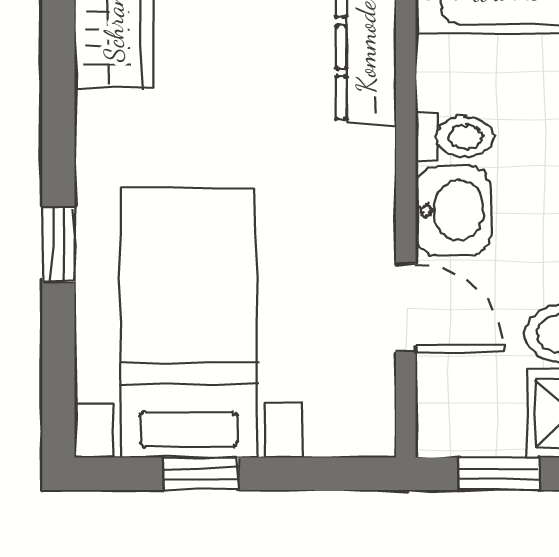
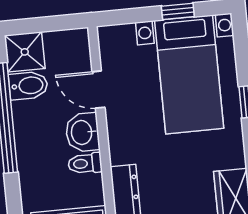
window: (499, 474) -> (52, 24), removed

